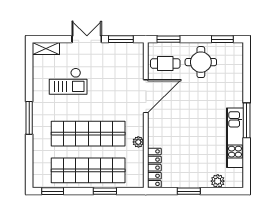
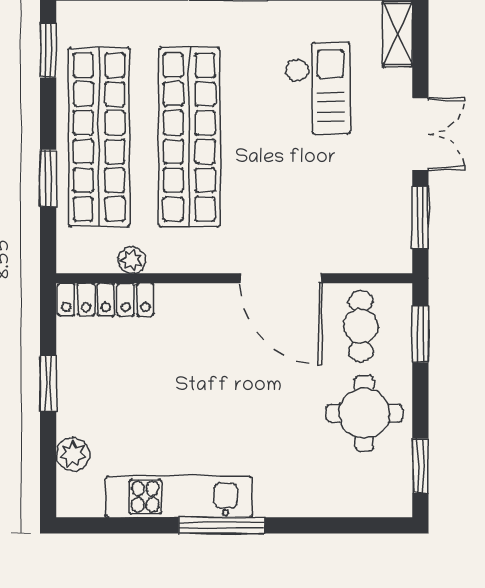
checkout: (68, 81) -> (318, 88), turned 180
plant: (138, 142) -> (132, 260), moved

